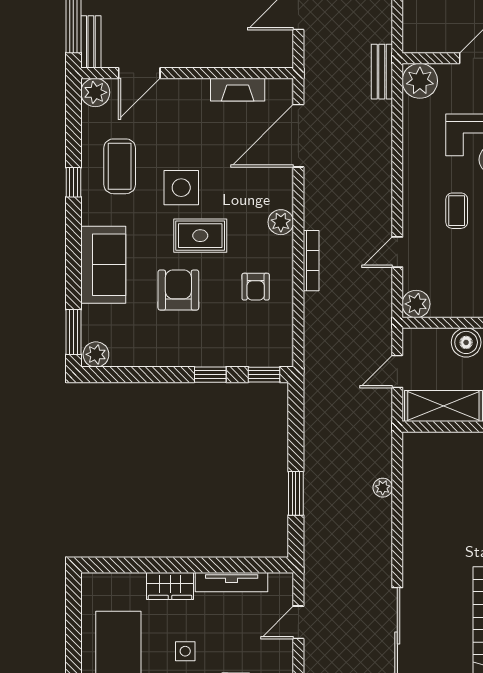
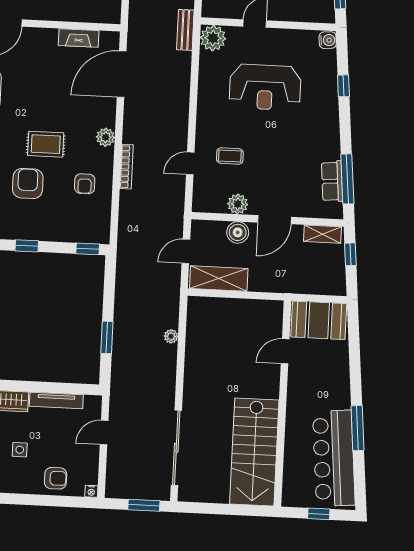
side table: (181, 188) -> (33, 108), removed
coffee table: (457, 211) -> (230, 156), moved, turned 90
plant: (416, 304) -> (238, 204), moved
window: (210, 375) -> (27, 246), moved

